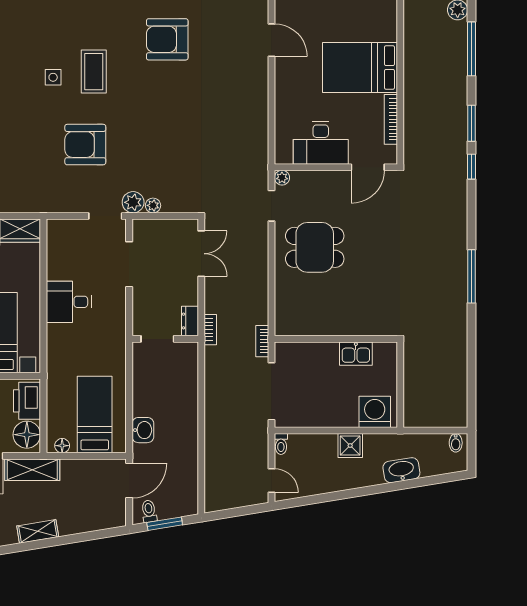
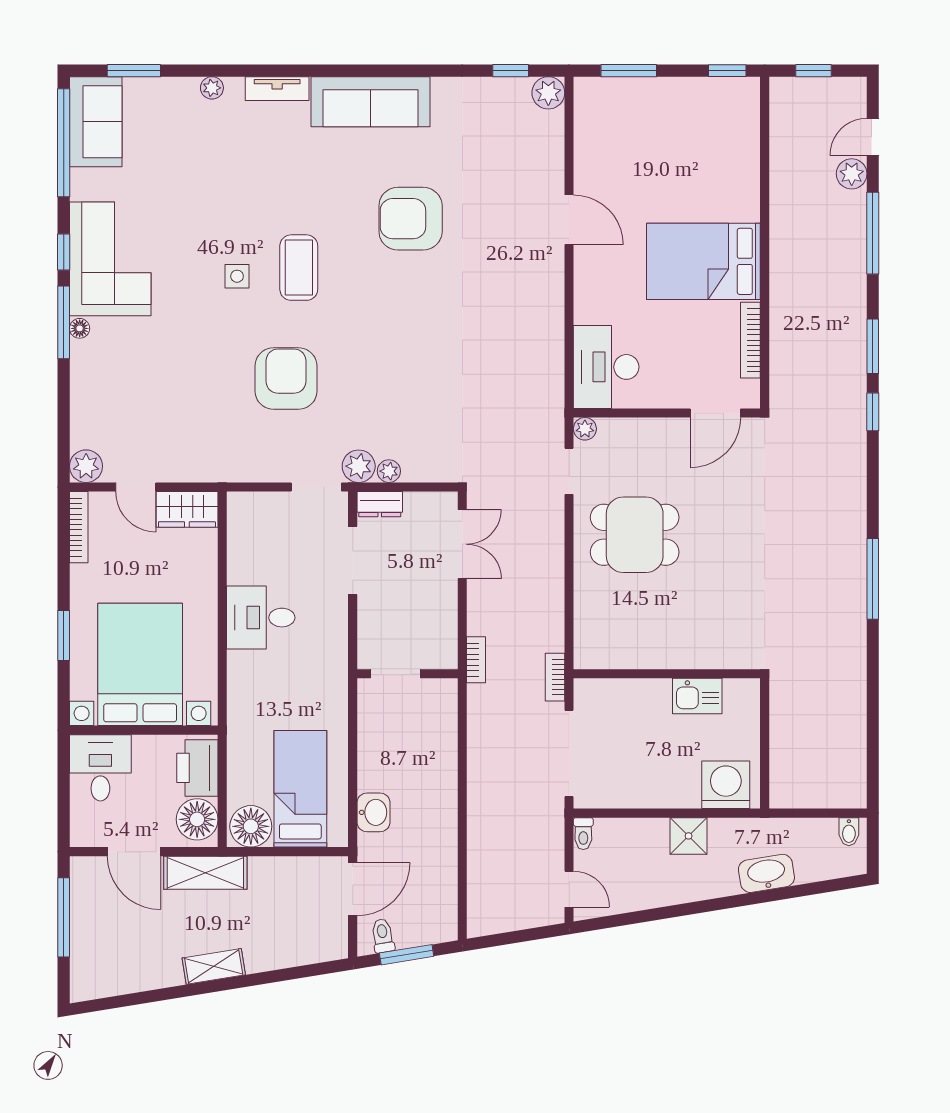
desk: (321, 143) -> (606, 367), moved, turned 90
armchair: (85, 145) -> (286, 379), turned 90
dresser: (190, 321) -> (380, 504), moved, turned -90
floor lamp: (62, 446) -> (251, 826), width x1.89, depth x1.89

